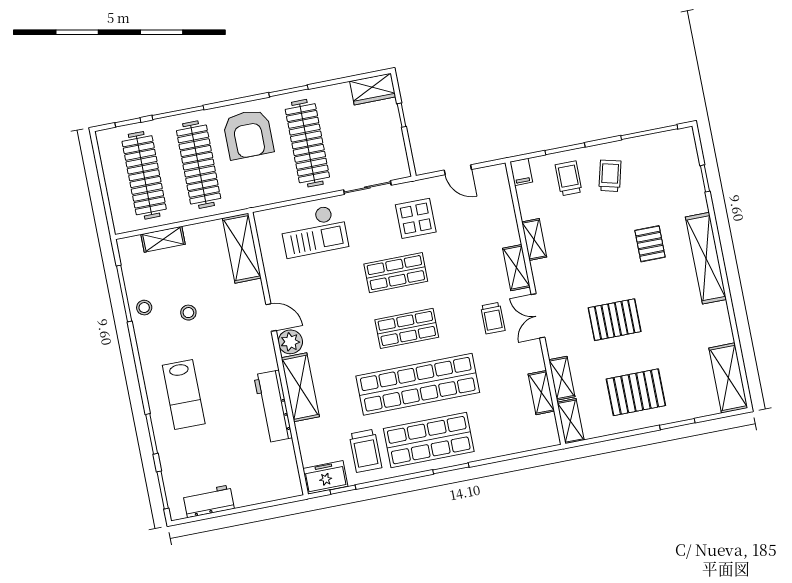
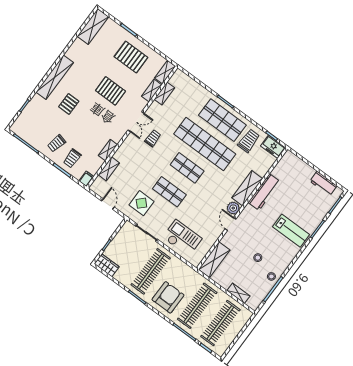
shelving: (516, 268) -> (109, 169), moved
lab bench: (184, 395) -> (291, 231), turned 90

